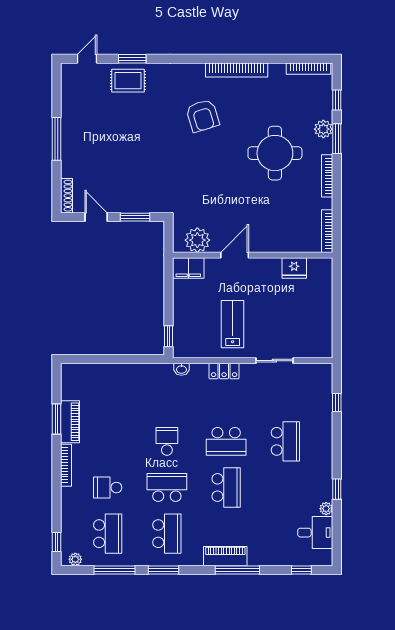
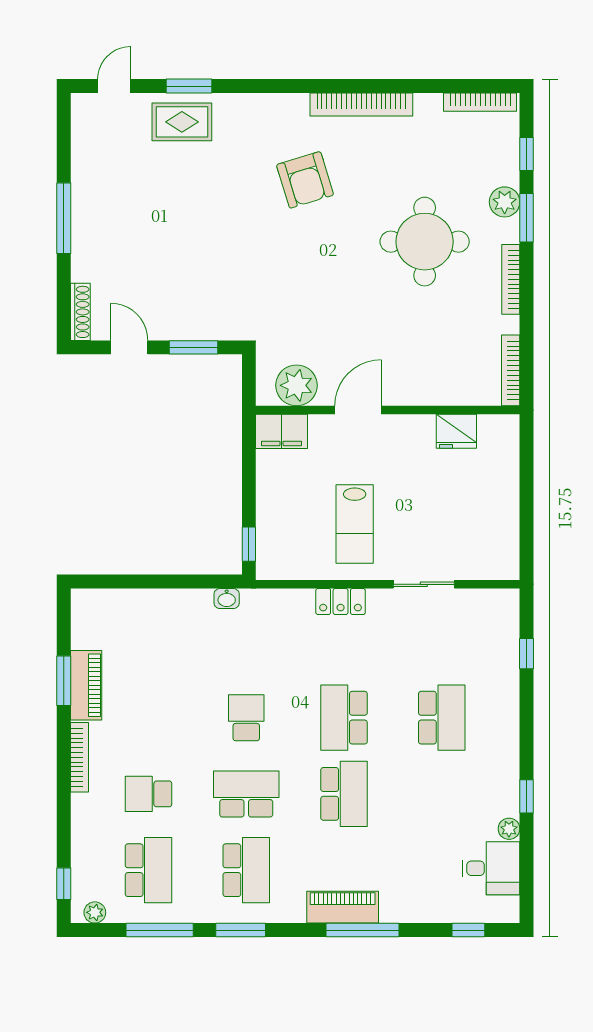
lab bench: (233, 324) -> (355, 524), turned 180
washbasin: (181, 369) -> (227, 599), moved
school desk: (226, 441) -> (344, 718), turned 90

